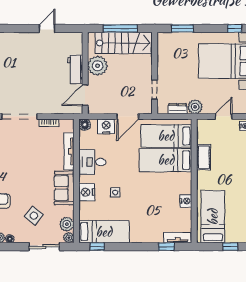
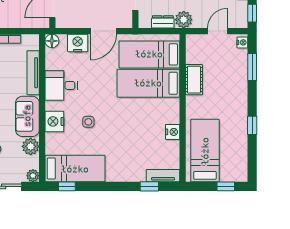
plant: (67, 224) -> (31, 146), moved

